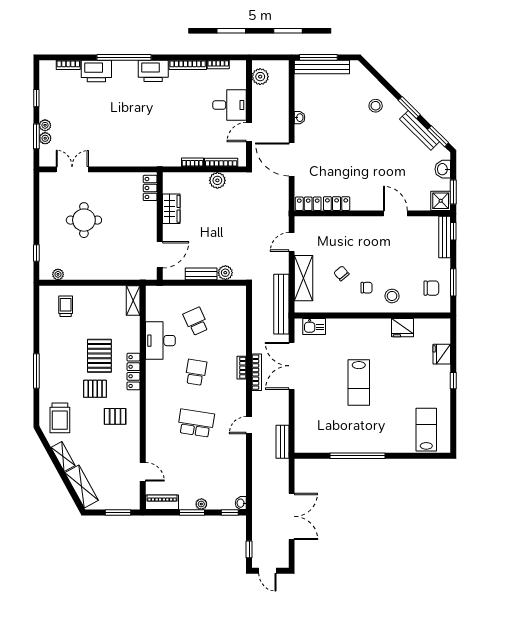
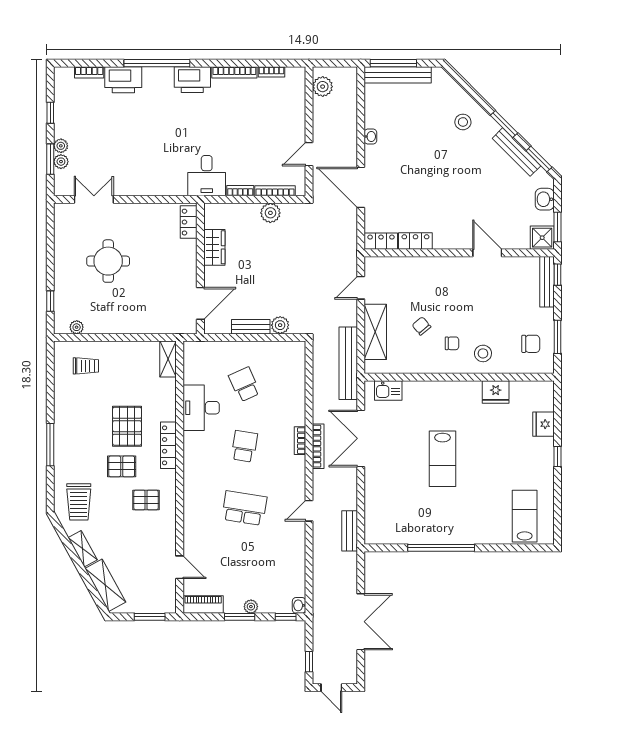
desk: (230, 105) -> (207, 176), moved, turned 90
trolley: (66, 306) -> (86, 366), turned 90

